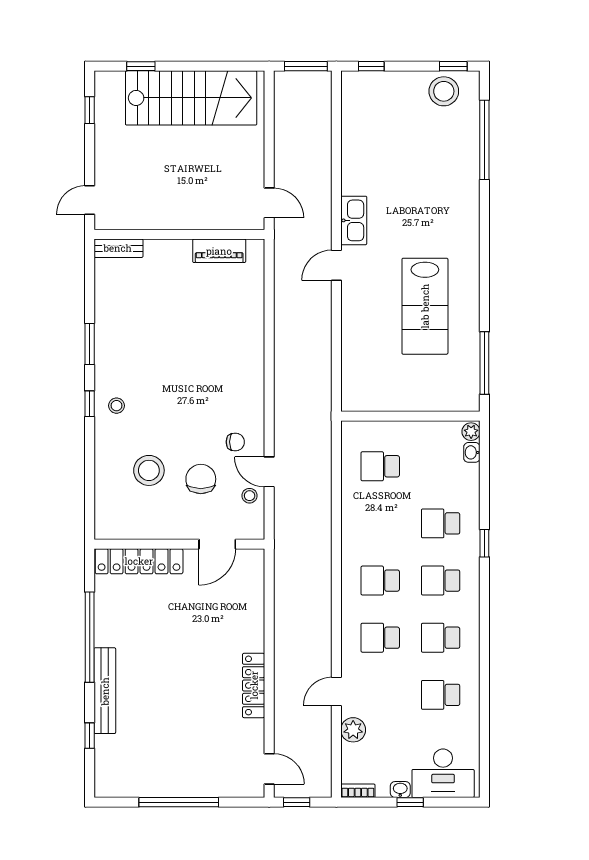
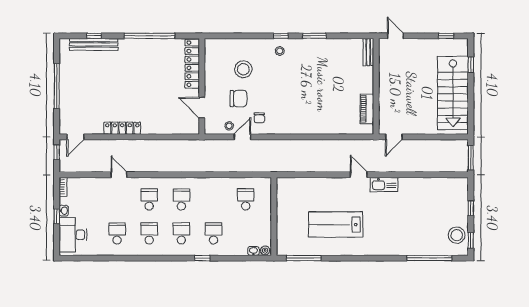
window: (371, 66) -> (471, 208), moved
bench: (105, 691) -> (94, 44), moved
plant: (353, 730) -> (97, 184), removed

